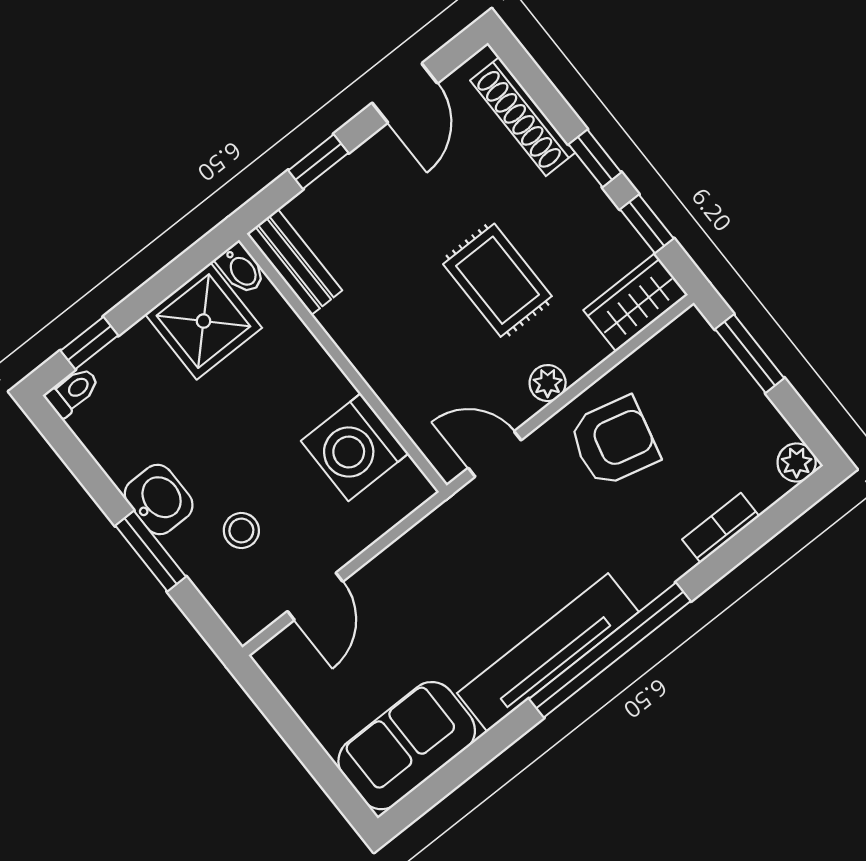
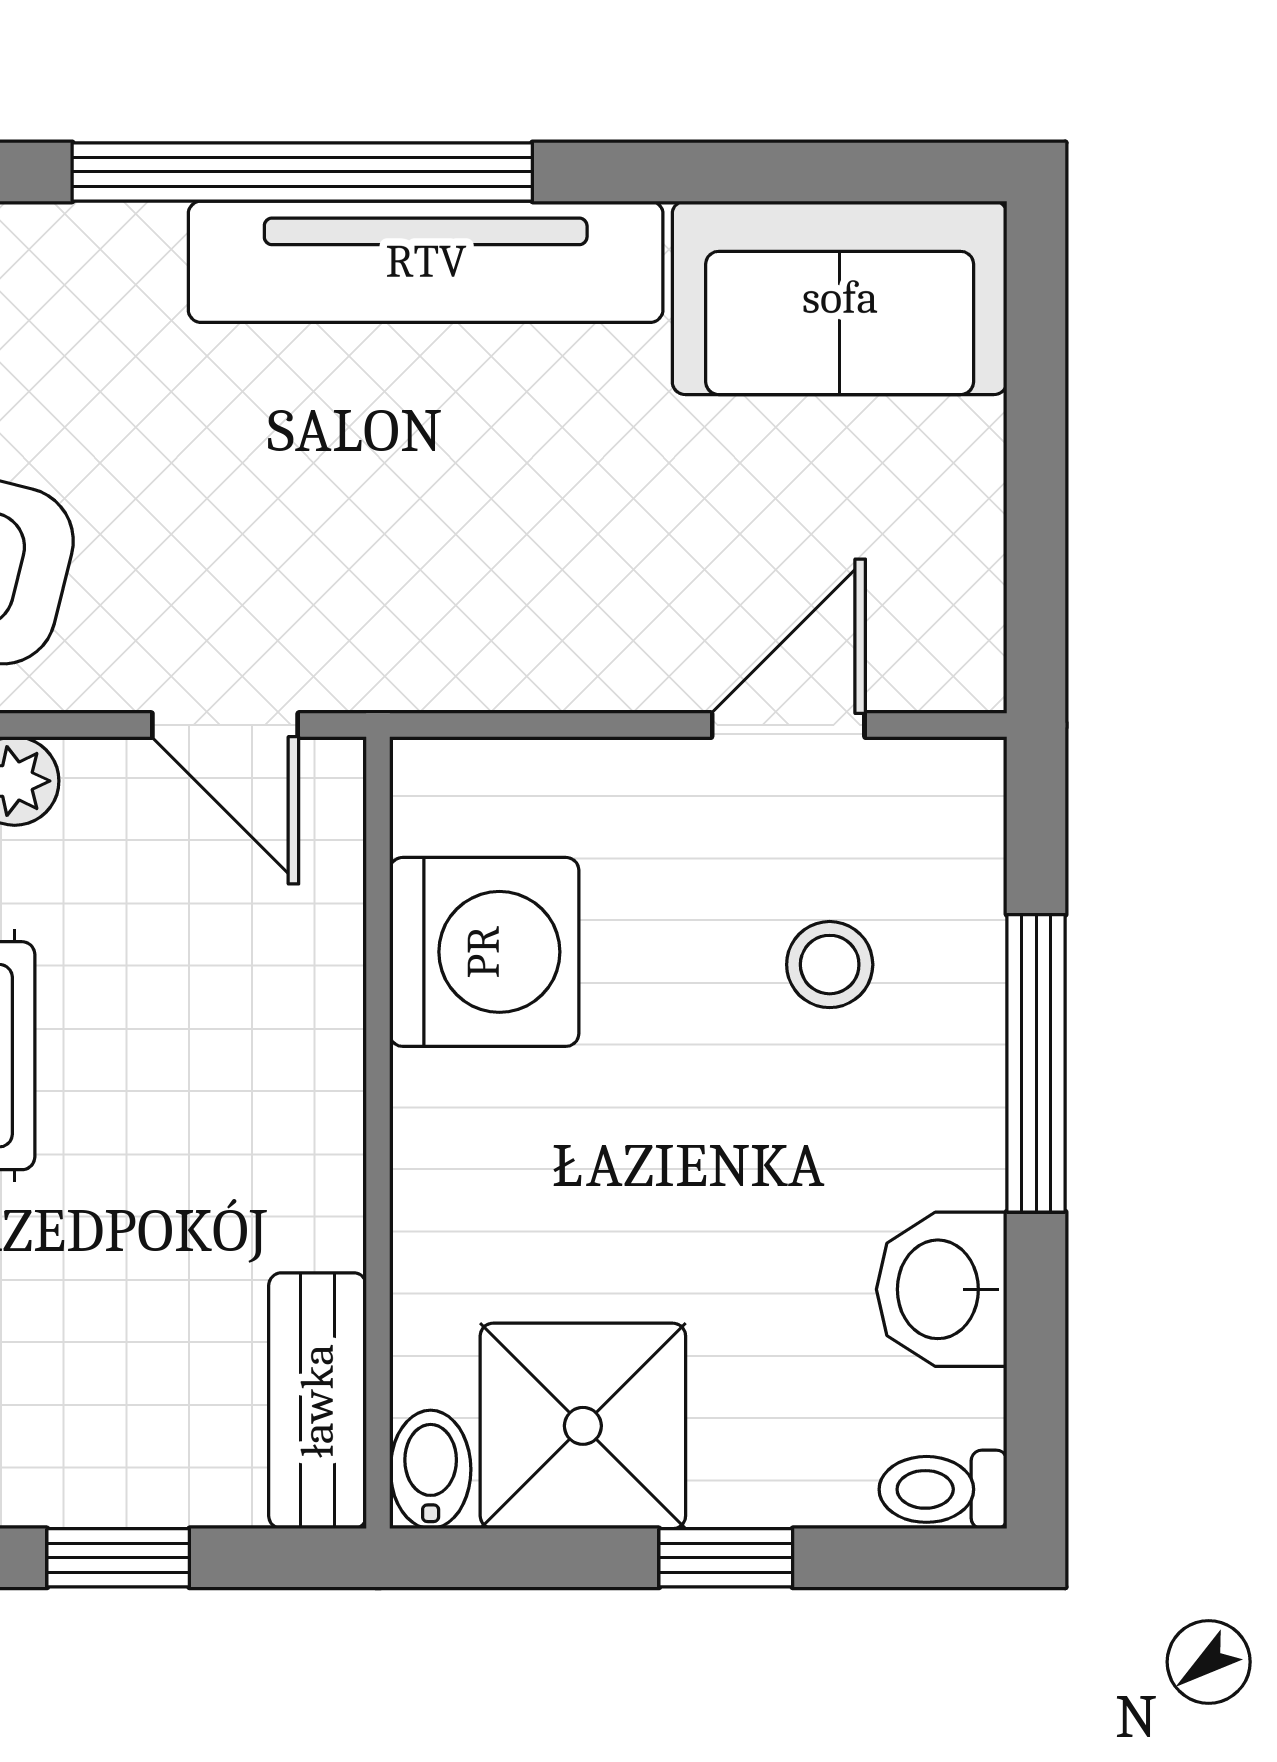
window: (89, 343) -> (726, 1558), moved
washbasin: (159, 499) -> (942, 1289), moved
window: (151, 551) -> (1036, 1063), width x1.44

